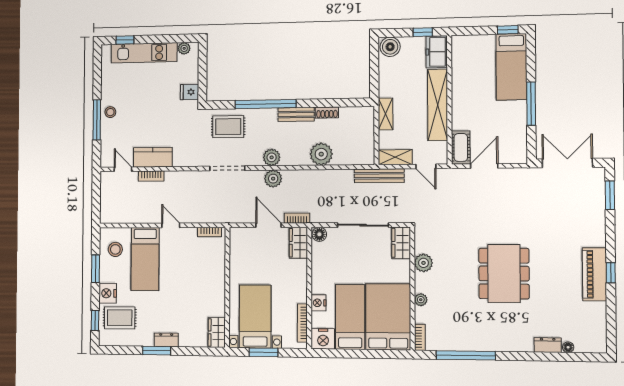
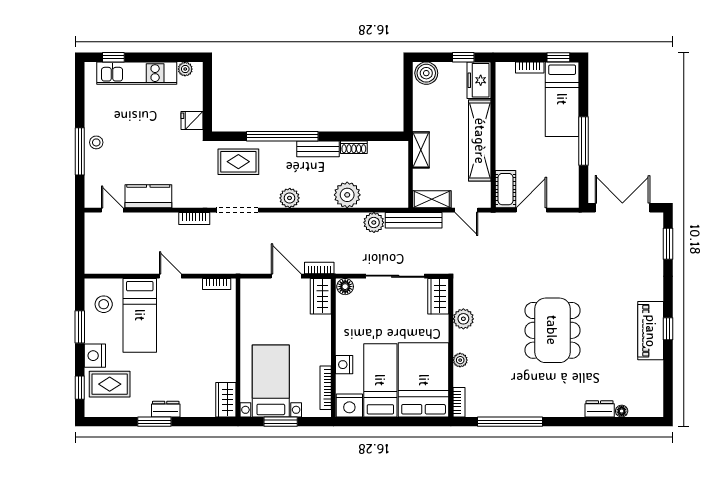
bookcase: (482, 40) -> (530, 68), added
bookcase: (151, 176) -> (194, 218), moved
plant: (273, 179) -> (374, 222), moved

